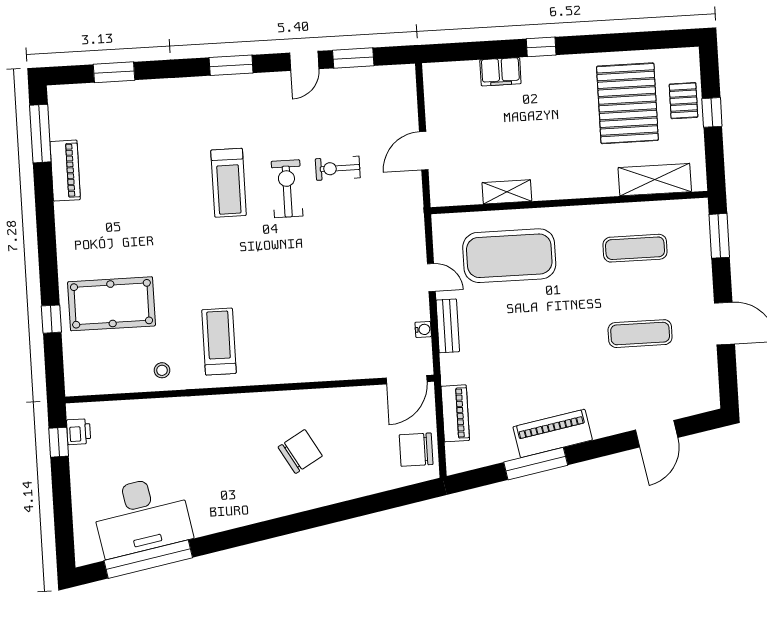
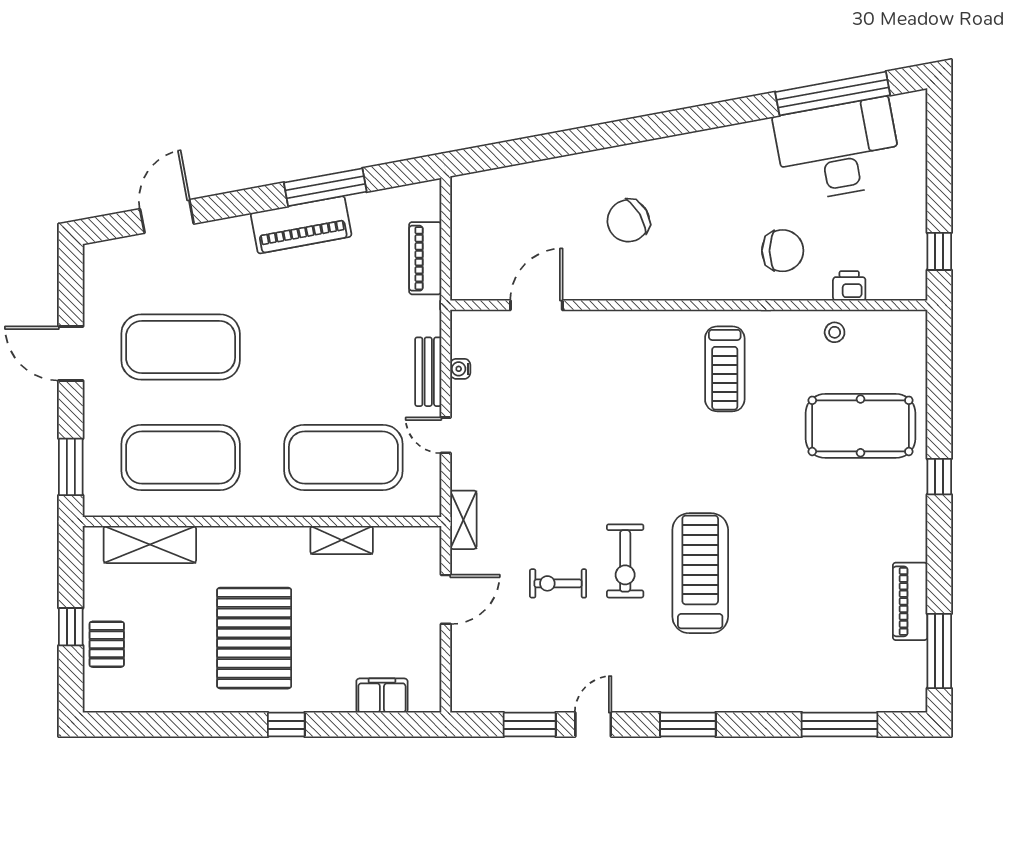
window: (114, 72) -> (839, 725), width x1.44
filing cabinet: (500, 72) -> (382, 696), moved
pallet: (627, 103) -> (254, 638), moved
exercise bike: (338, 168) -> (558, 583), turned 180
treadmill: (229, 183) -> (700, 573), width x1.37, depth x1.38
shelving: (414, 213) -> (463, 520), added
exercise mat: (635, 248) -> (181, 457), width x2.00, depth x1.45
window: (51, 319) -> (939, 477), moved
exercise mat: (640, 334) -> (181, 347), width x2.00, depth x1.45
stool: (162, 370) -> (835, 332), moved
door: (407, 380) -> (536, 305), moved
printer: (79, 432) -> (849, 286), moved, turned 90
chair: (416, 450) -> (783, 251), moved

